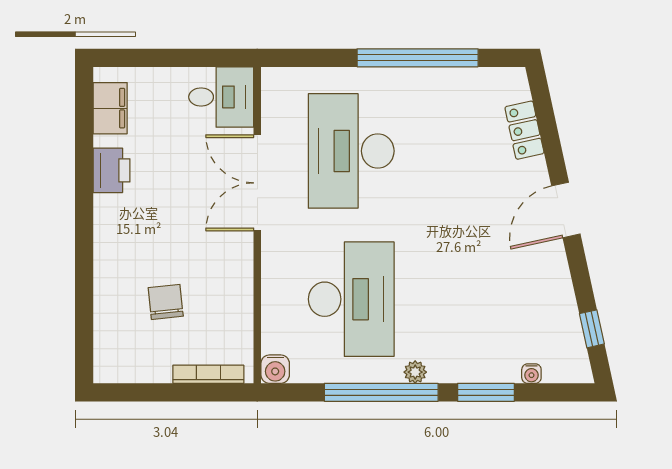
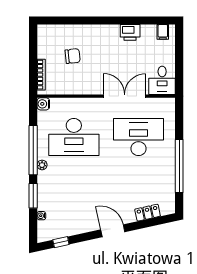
filing cabinet: (110, 108) -> (163, 32), width x0.50

